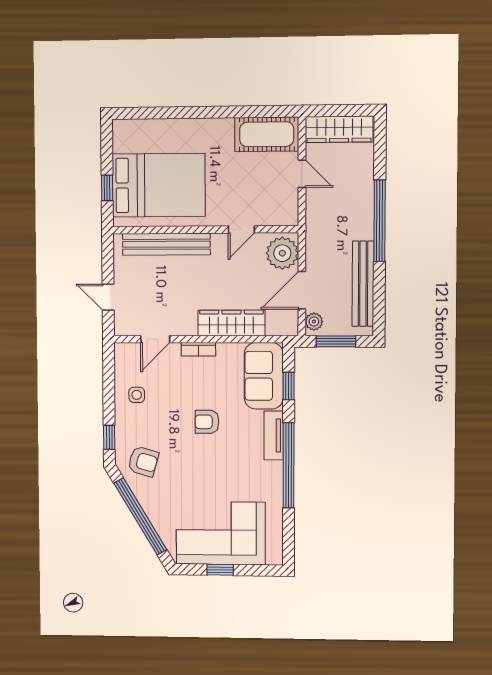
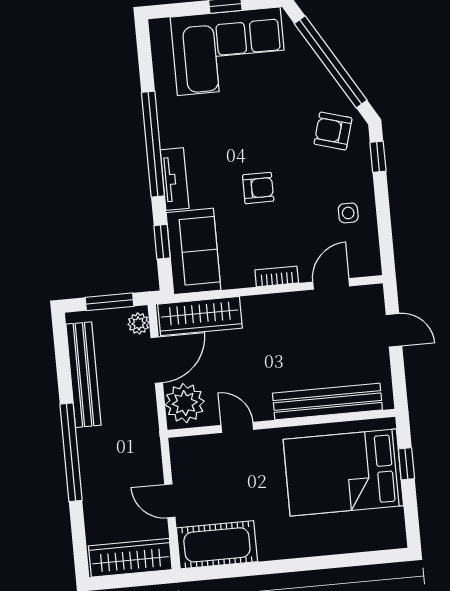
door: (241, 229) -> (237, 427), hinge flipped
wardrobe: (231, 323) -> (200, 316), moved

